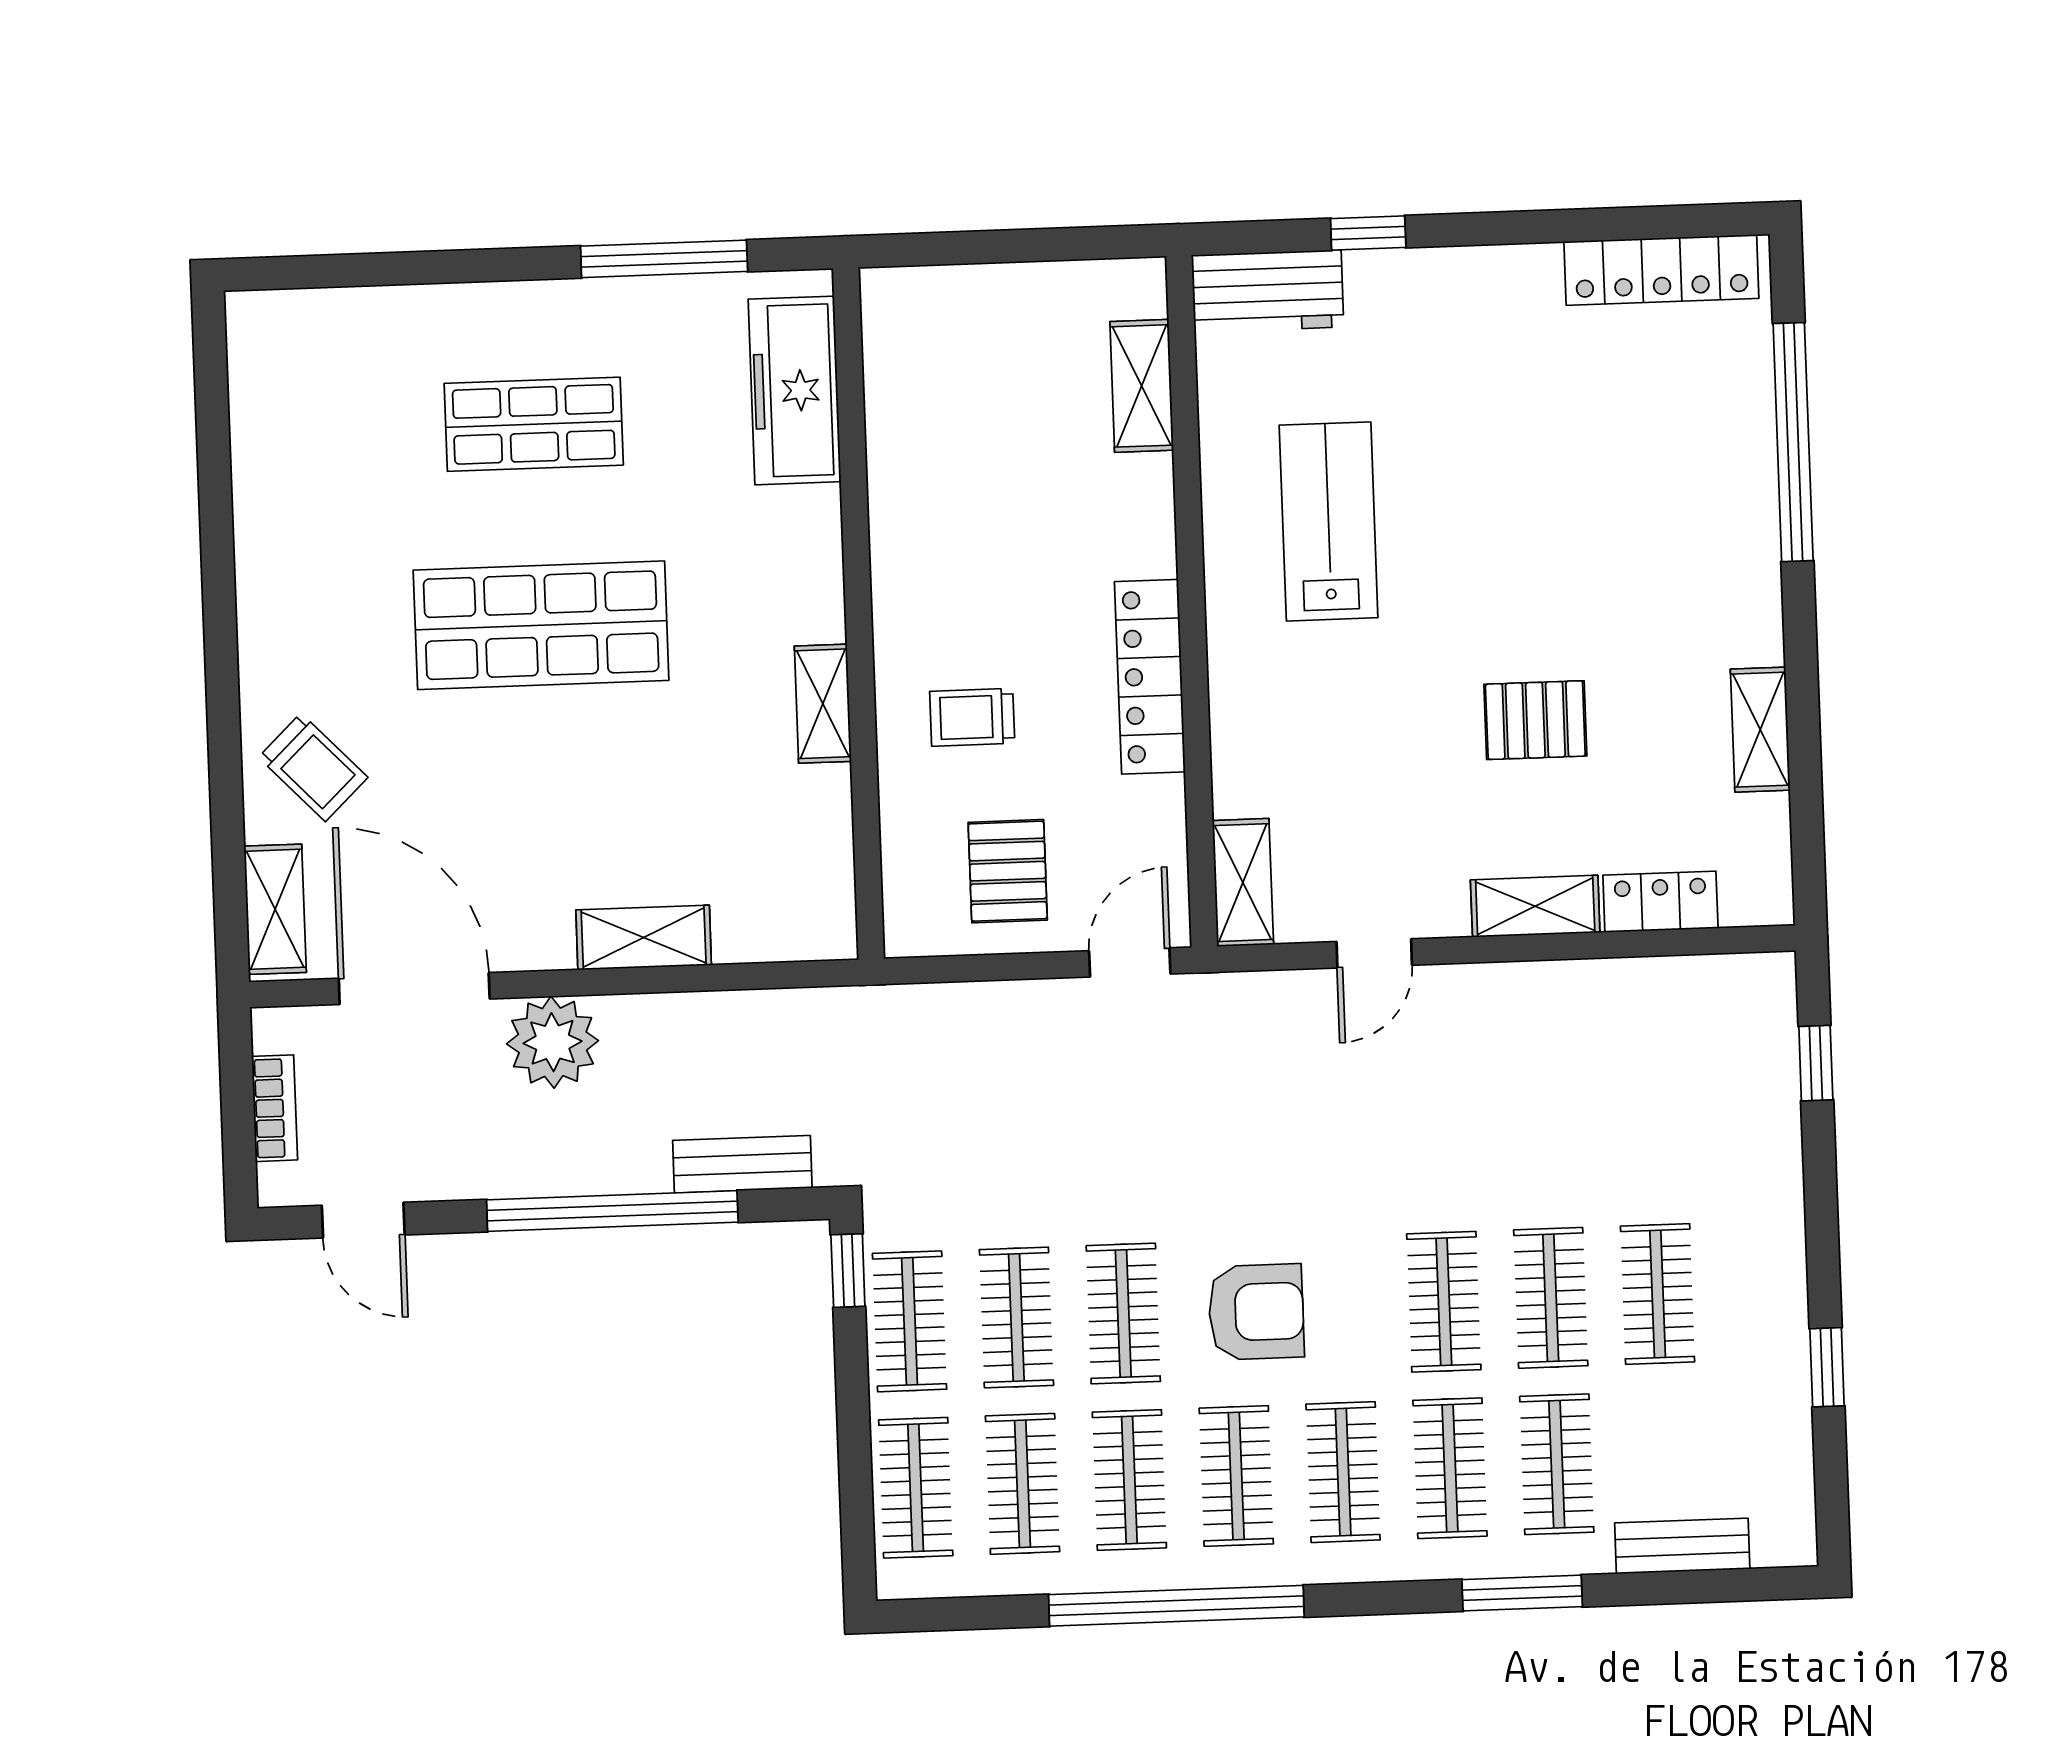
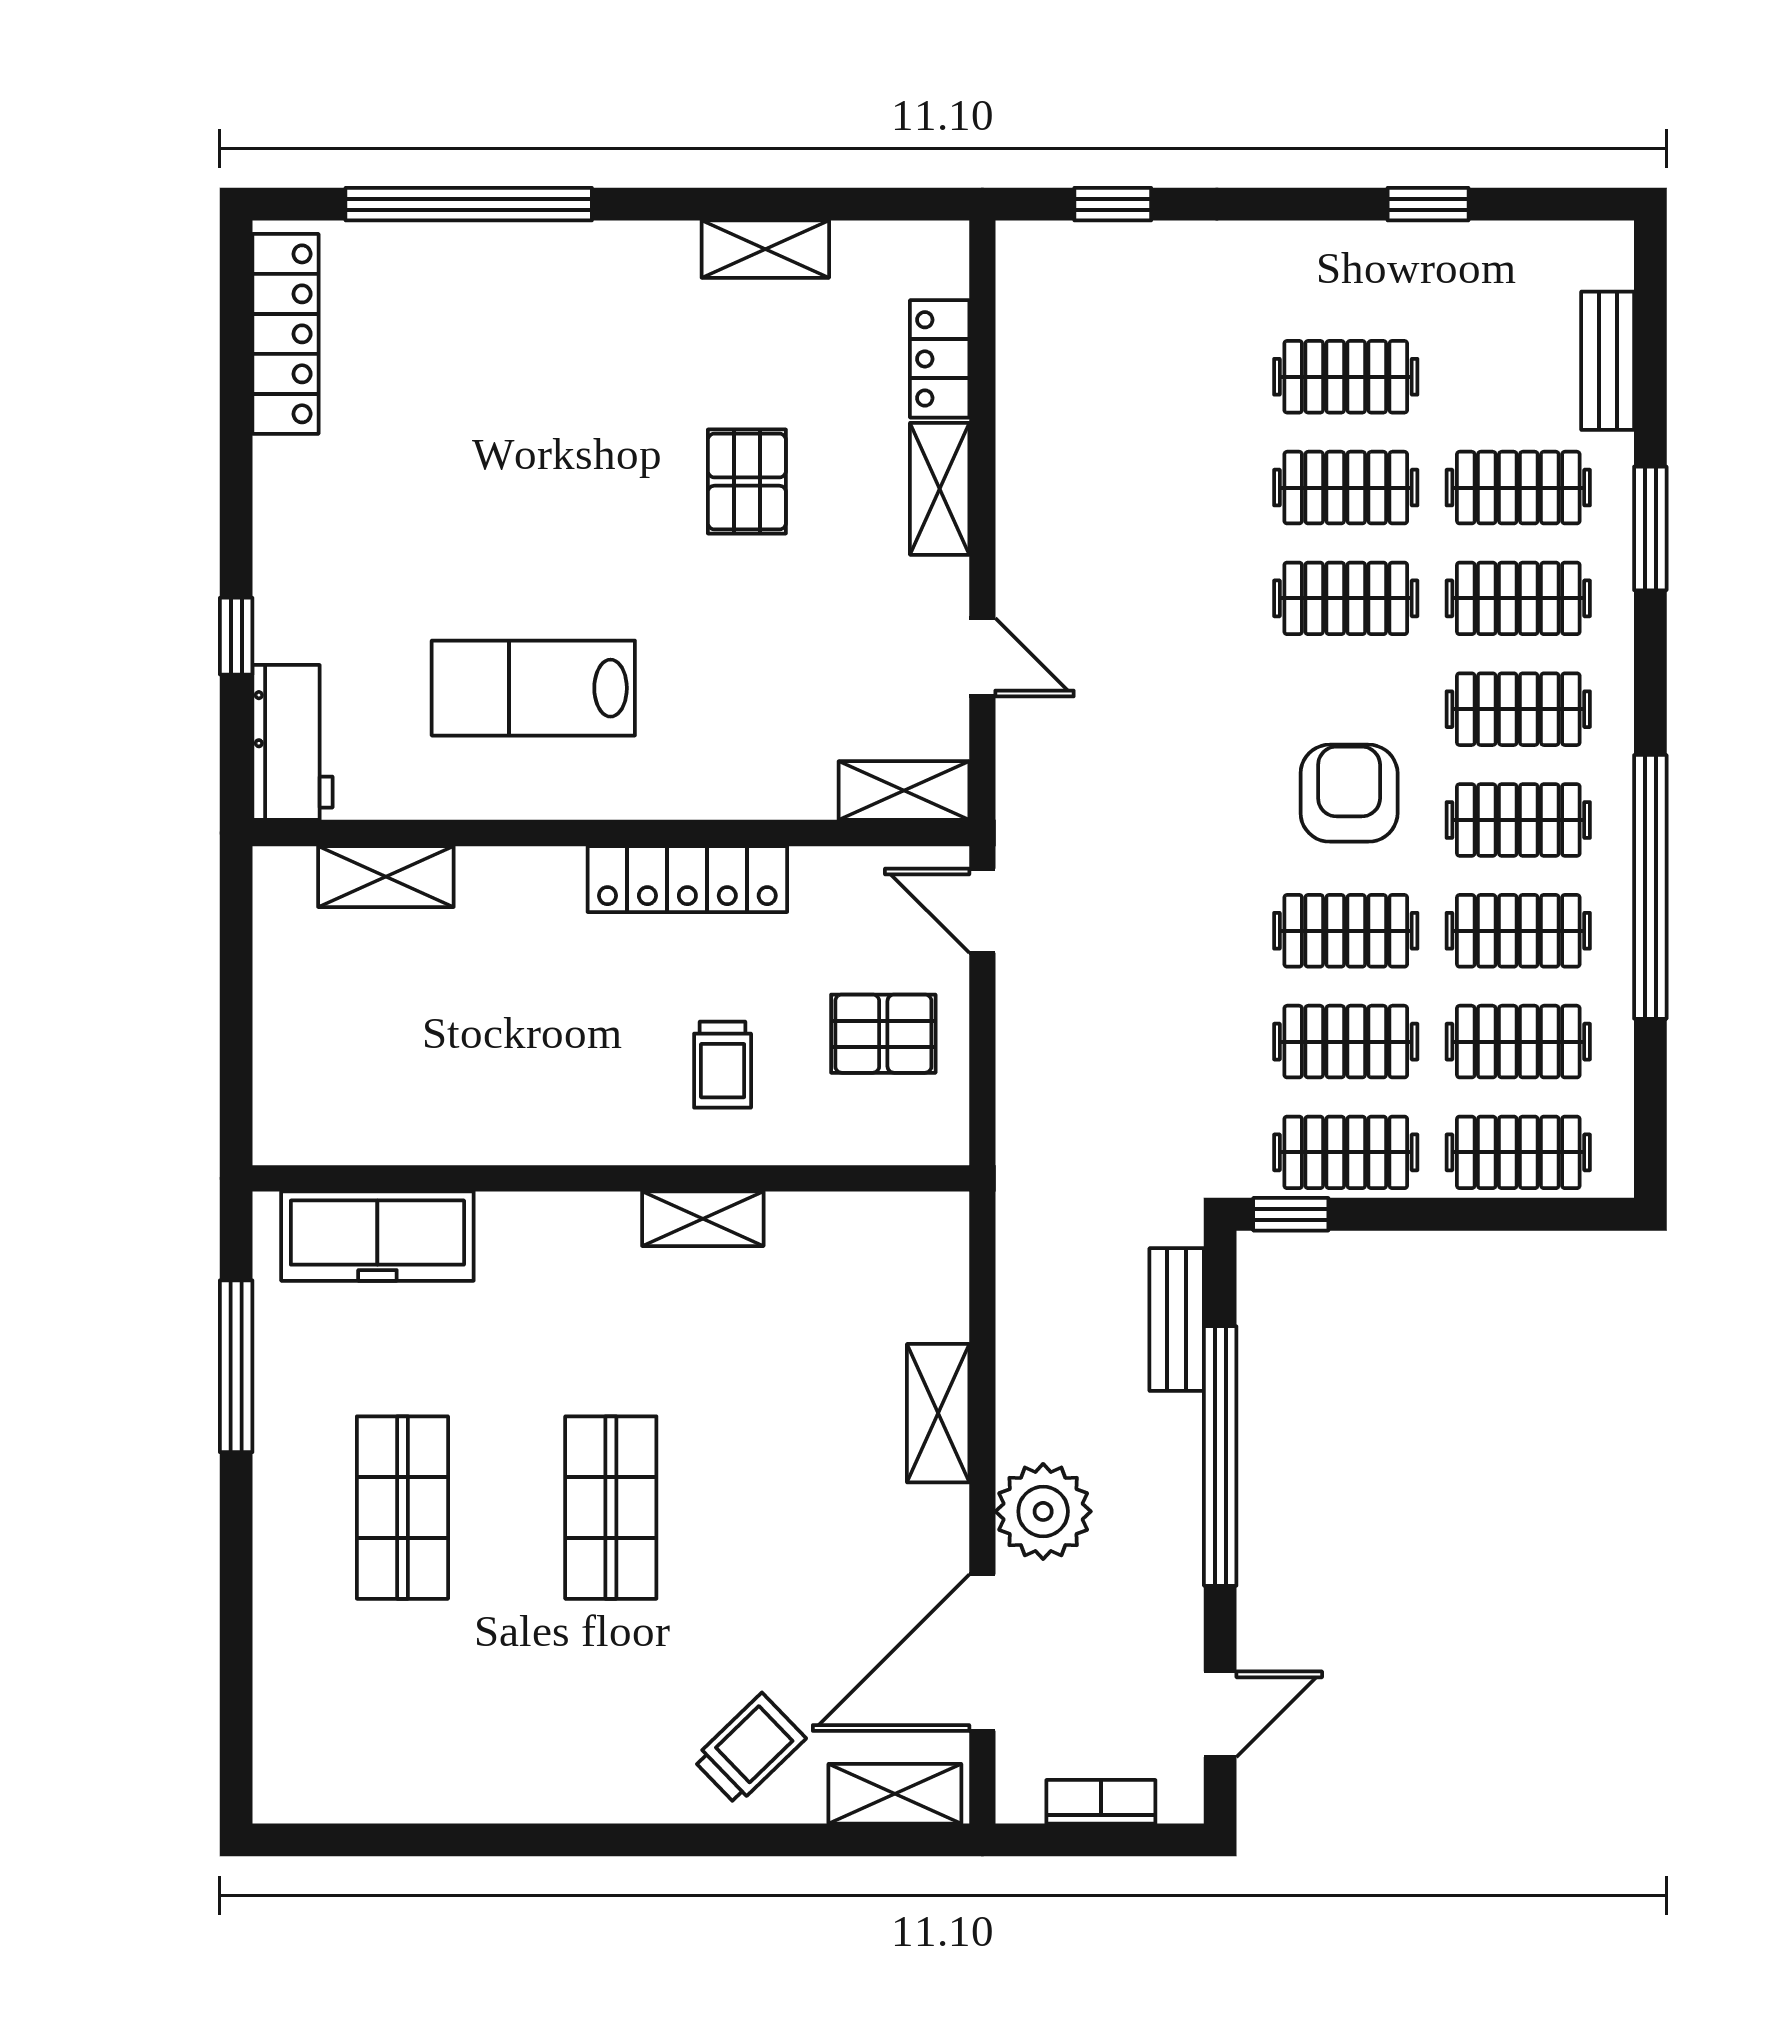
shop shelf: (541, 625) -> (611, 1508), width x0.70, depth x0.74

